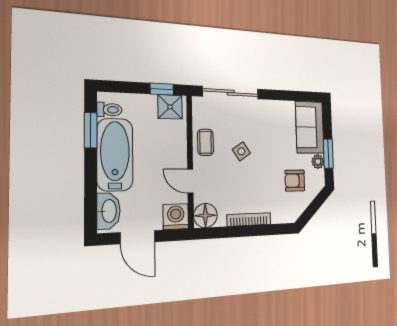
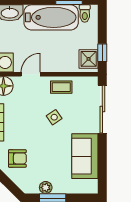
sofa: (310, 127) -> (85, 156), moved, turned -90
armchair: (295, 181) -> (17, 158), moved, turned 90

